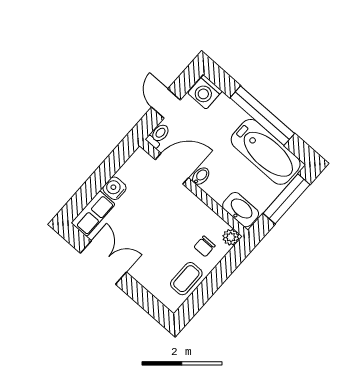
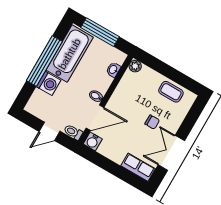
washing machine: (205, 92) -> (48, 83), moved
door: (172, 169) -> (95, 118), swing flipped
water cooler: (115, 188) -> (93, 141), moved
washbasin: (241, 210) -> (113, 70), width x0.52, depth x0.69
chair: (205, 246) -> (152, 122), moved

